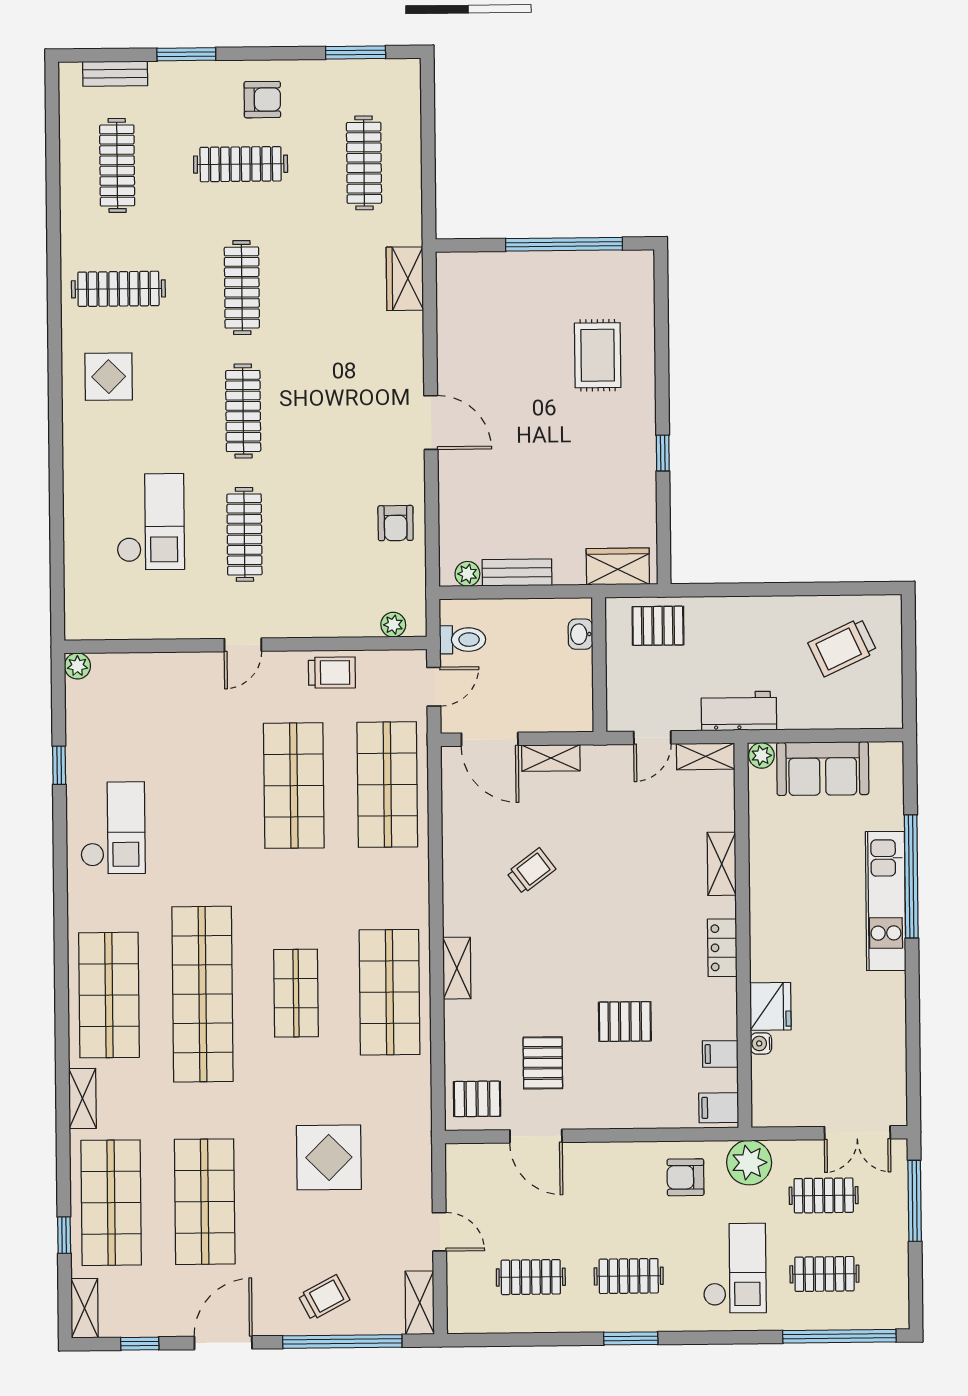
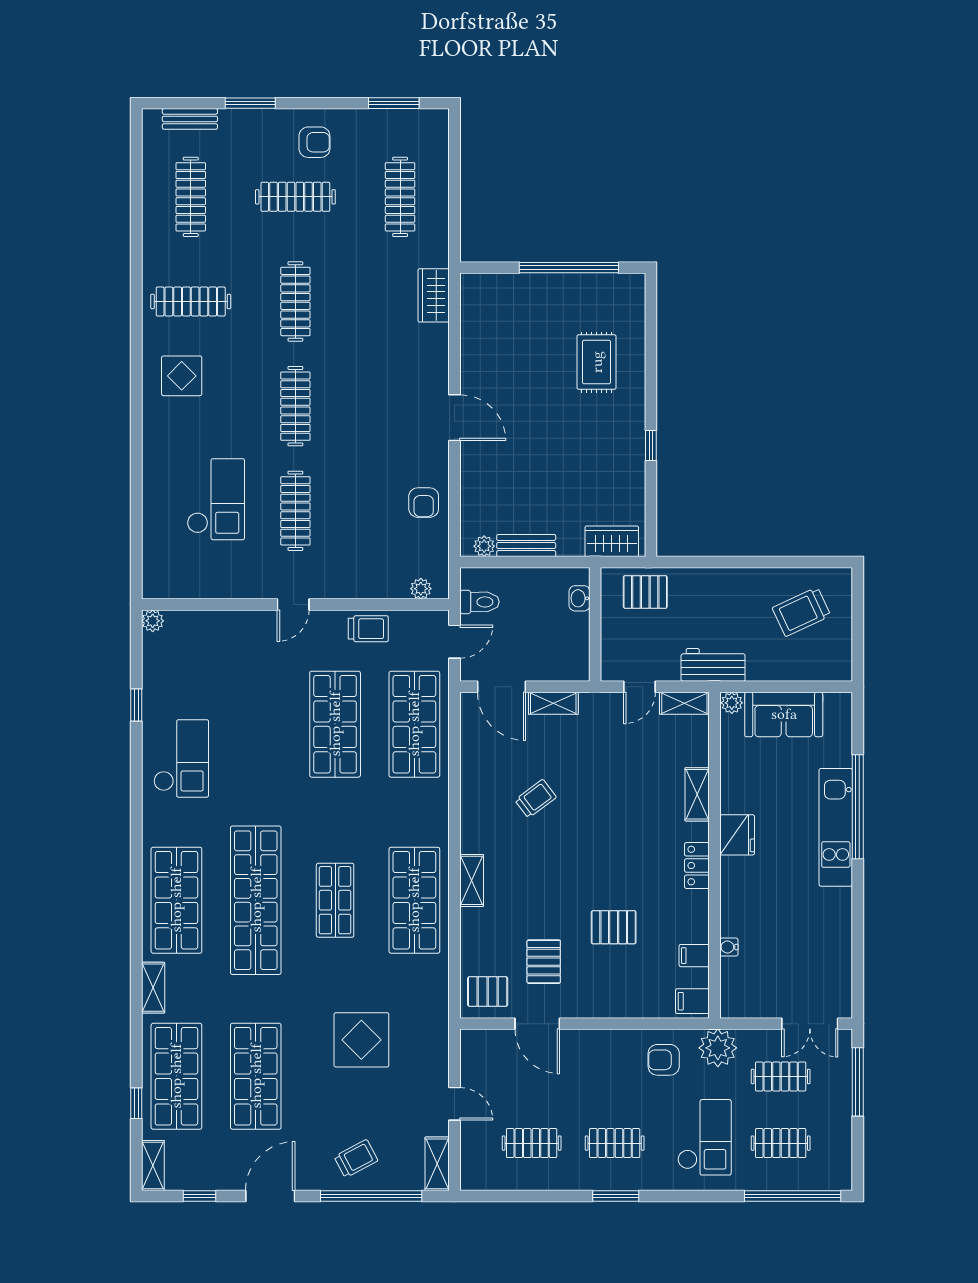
fridge: (770, 1006) -> (737, 835), moved

